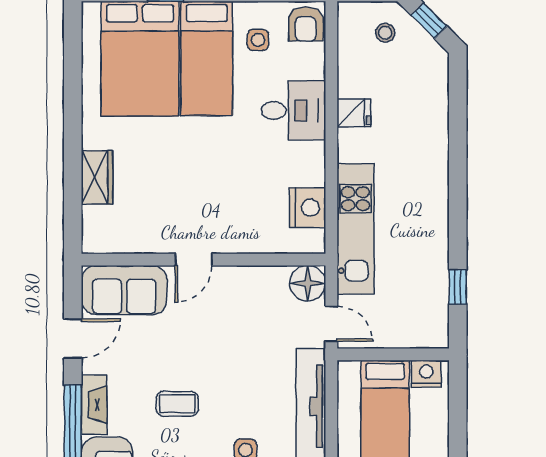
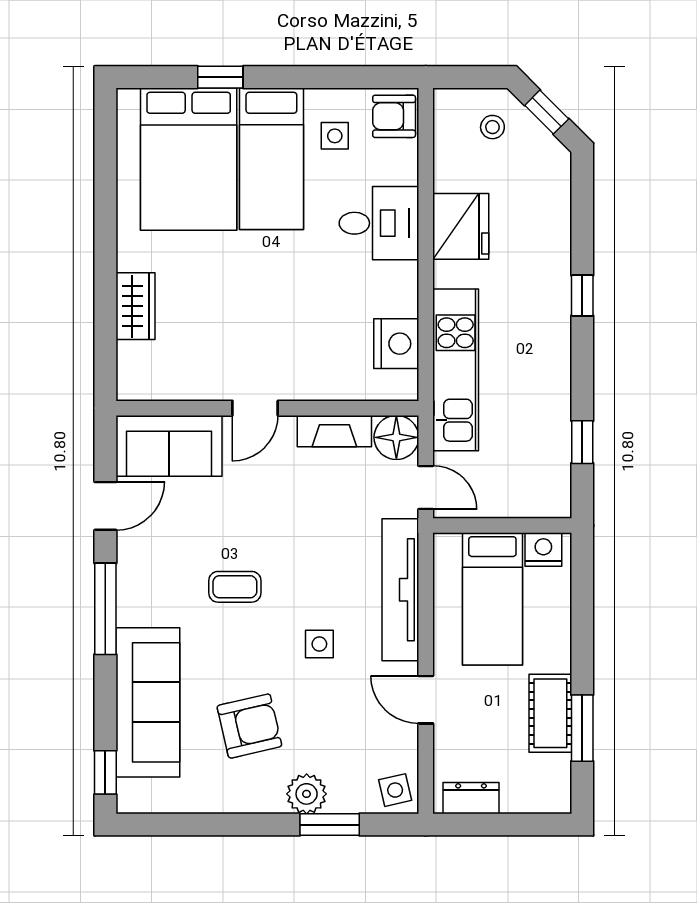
armchair: (306, 24) -> (394, 116), turned 90
fridge: (354, 113) -> (461, 226), width x1.88, depth x1.34
window: (458, 169) -> (582, 296), added
fireplace: (94, 405) -> (334, 431), moved, turned 90

